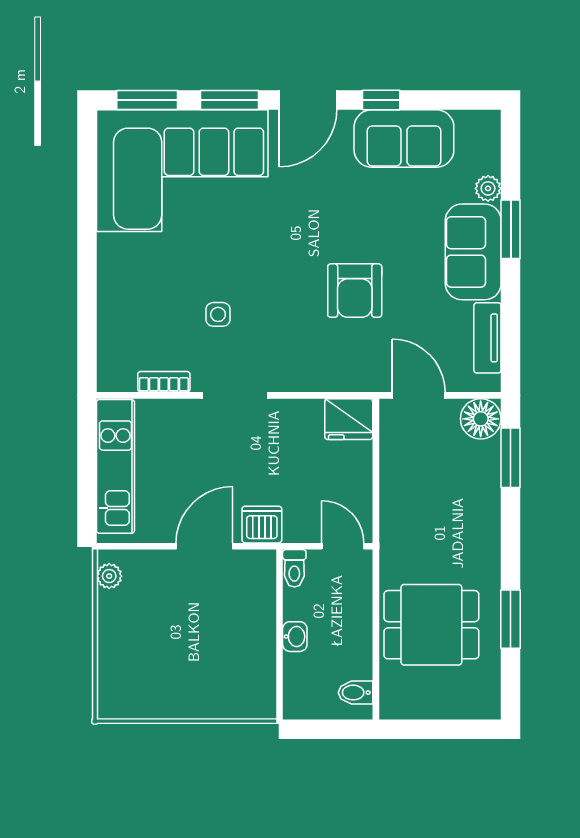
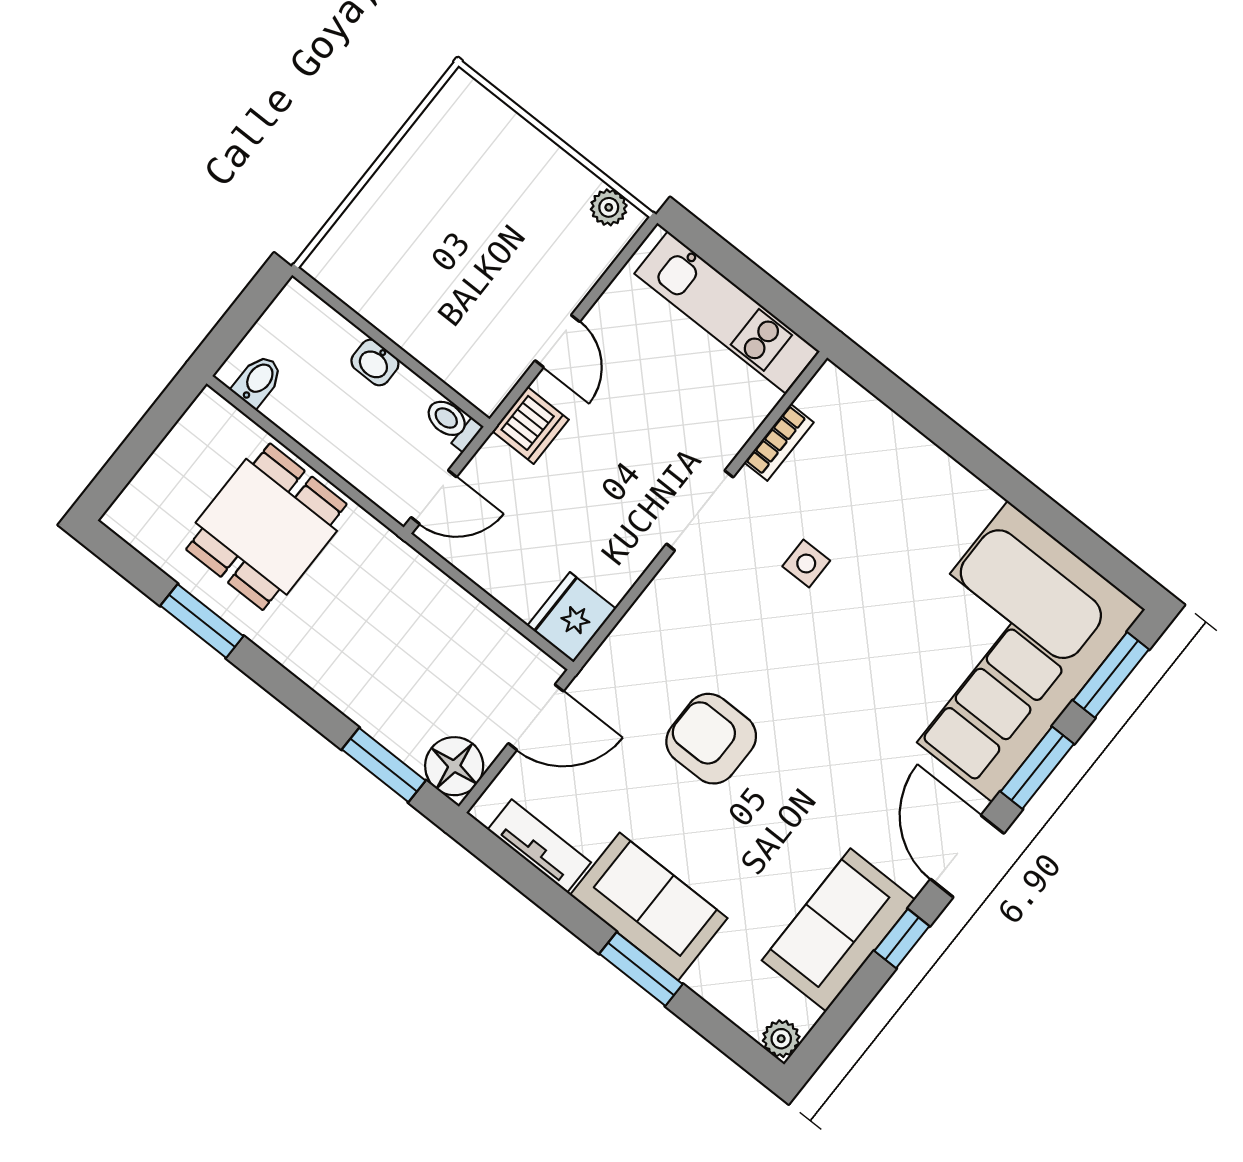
plant: (488, 188) -> (781, 1039), moved
door: (204, 546) -> (557, 341), width x0.73

